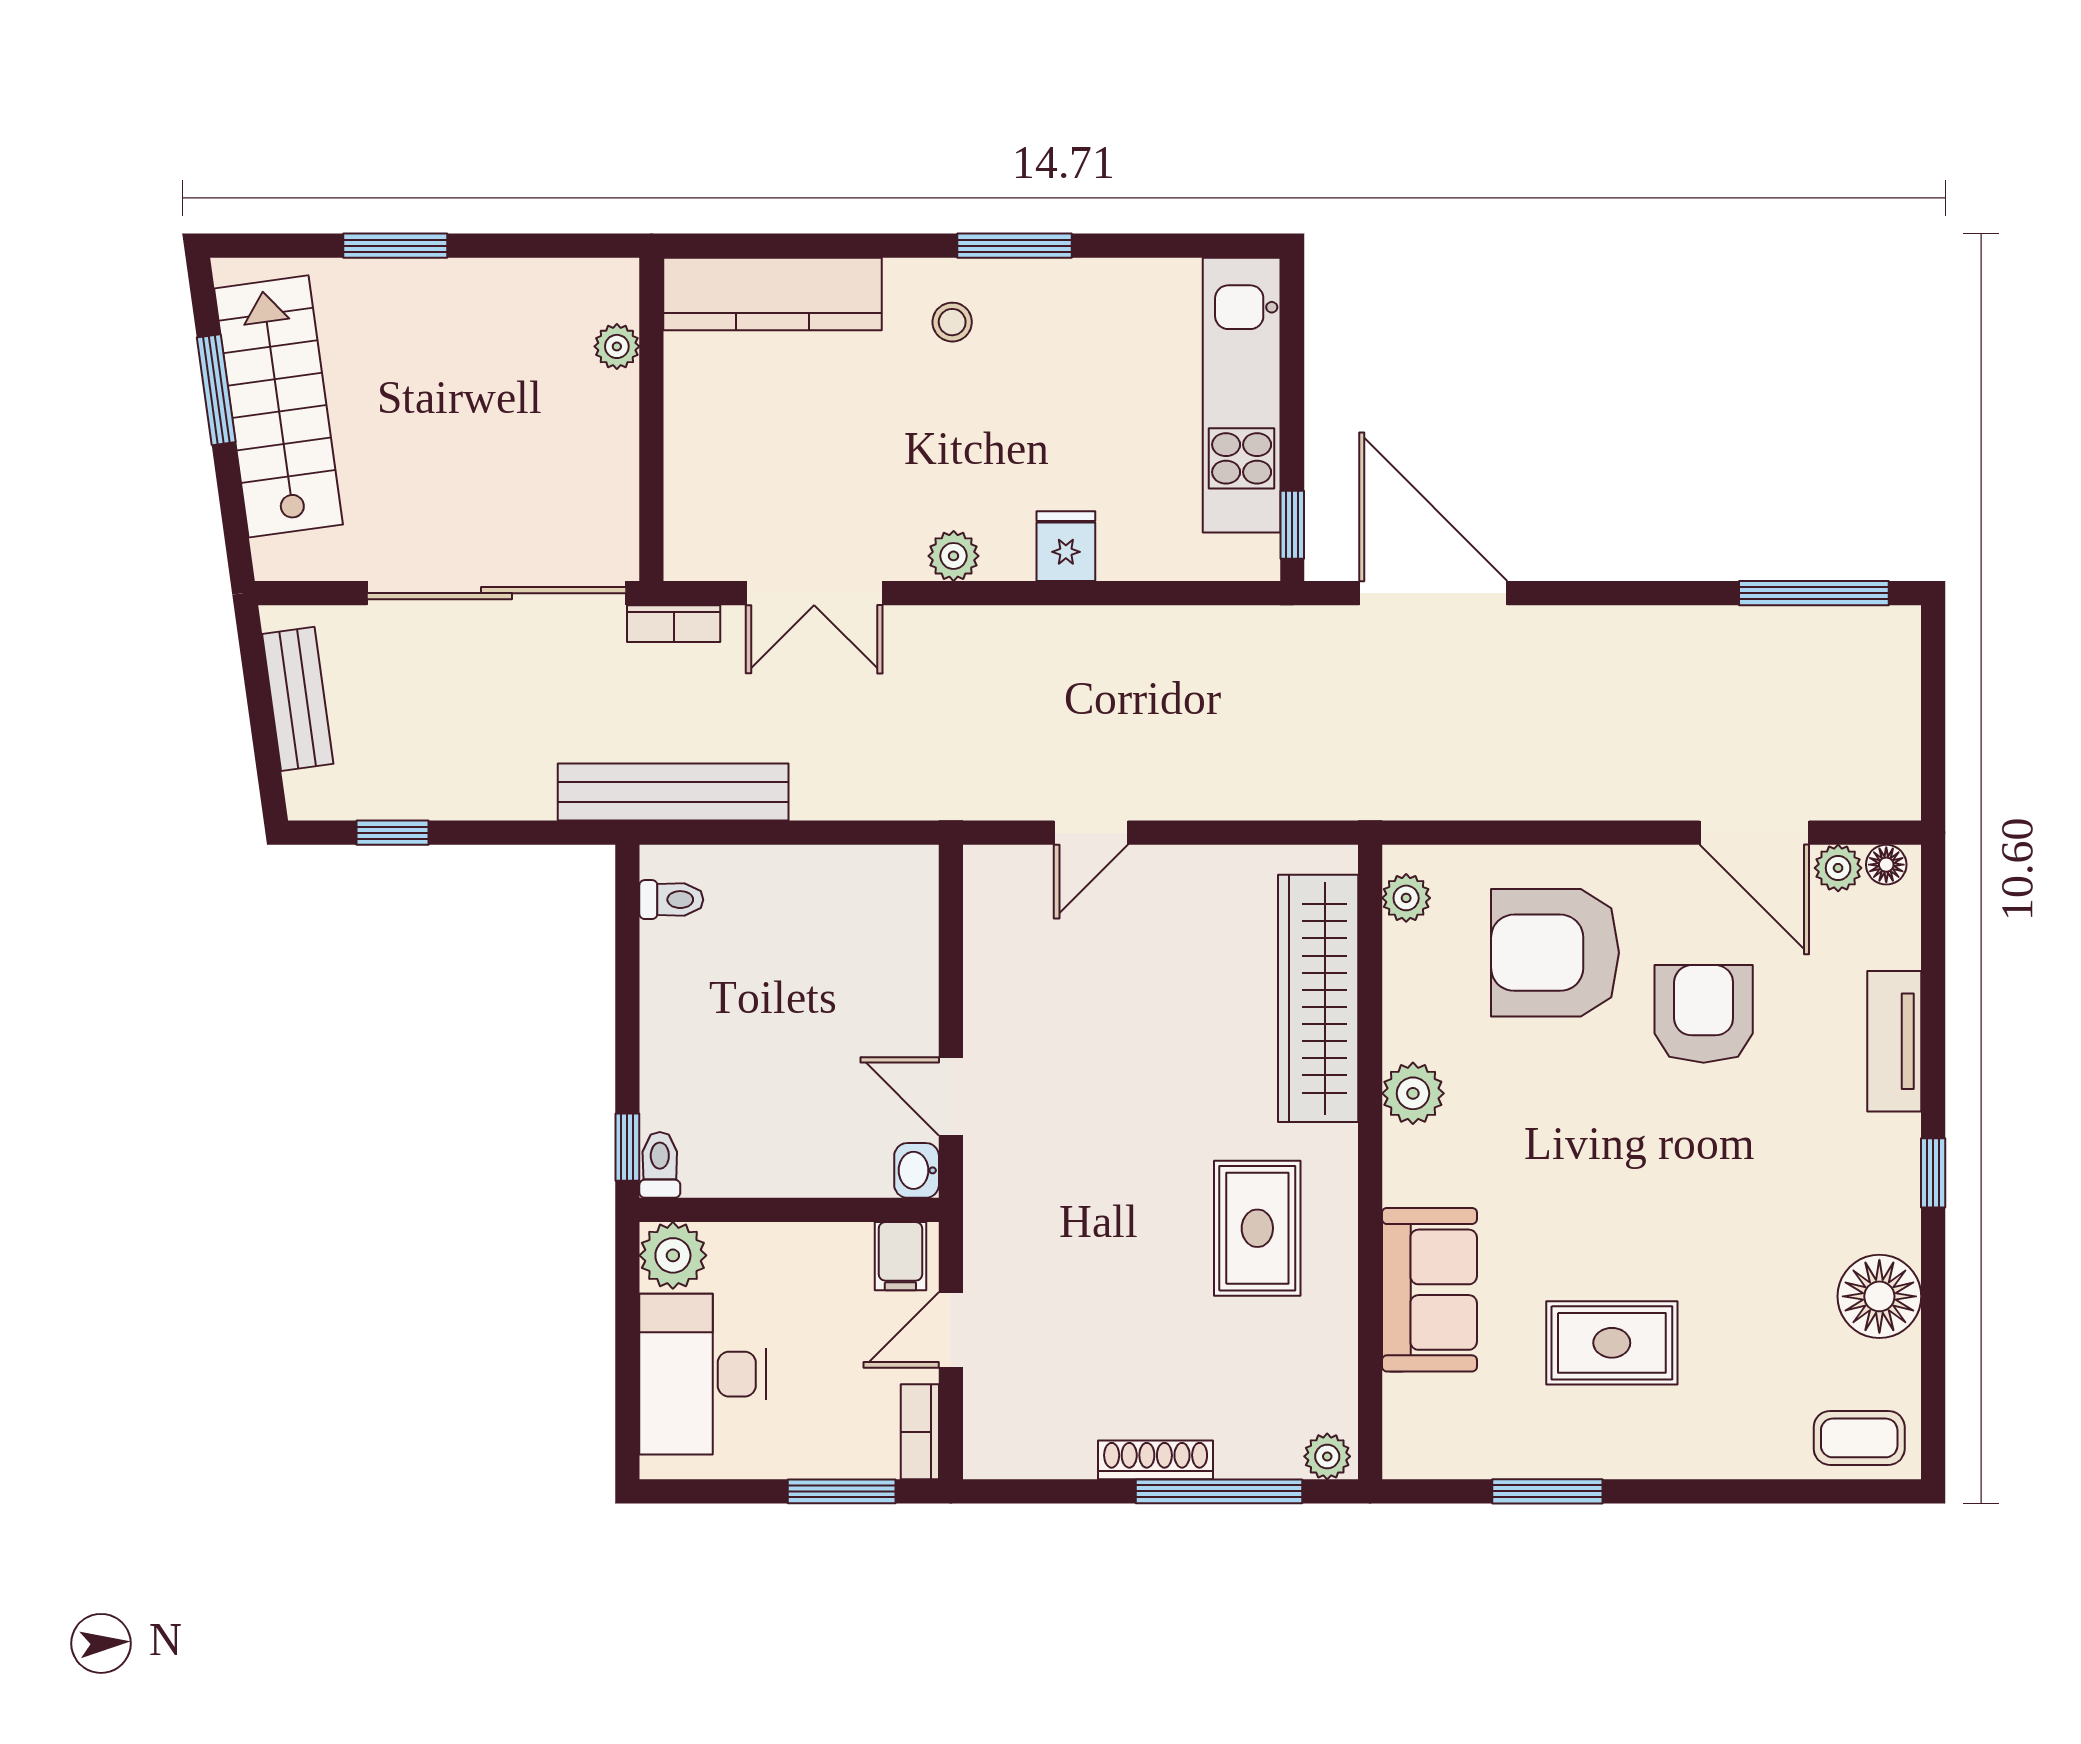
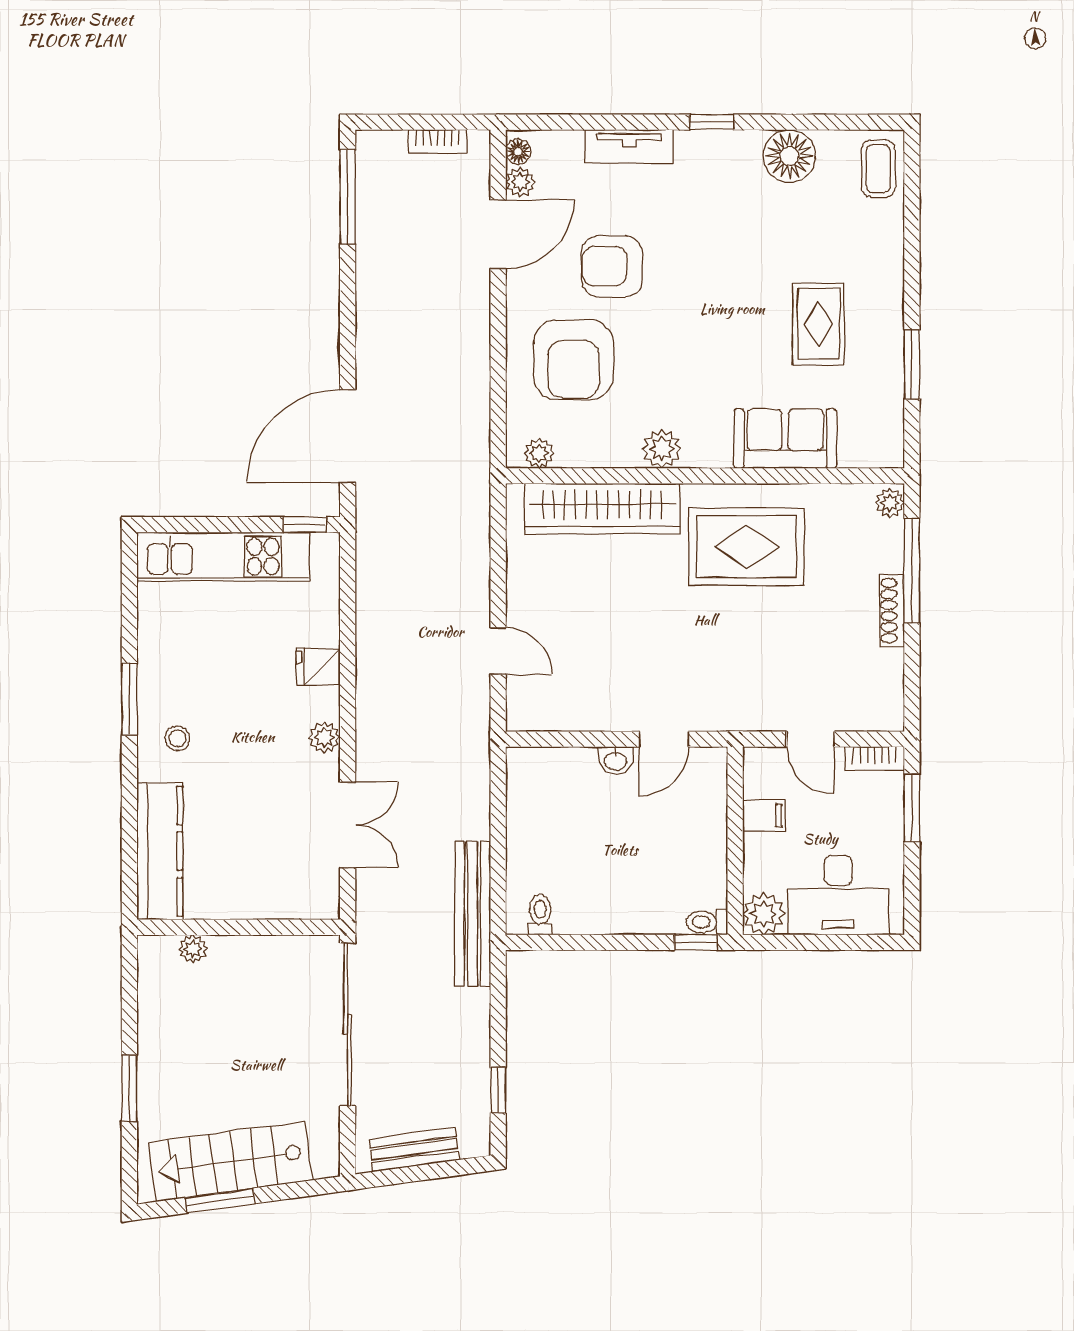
bookcase: (674, 624) -> (437, 141), moved, turned 90
washbasin: (917, 1170) -> (616, 761), moved
rug: (1257, 1228) -> (747, 547), width x1.36, depth x1.43
filing cabinet: (900, 1256) -> (764, 815), moved

